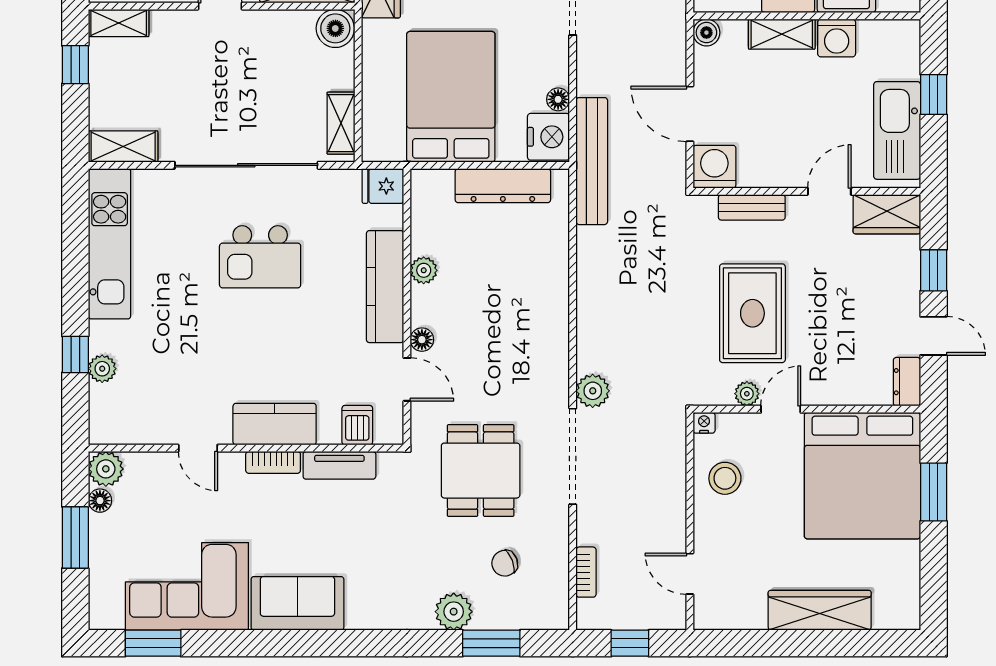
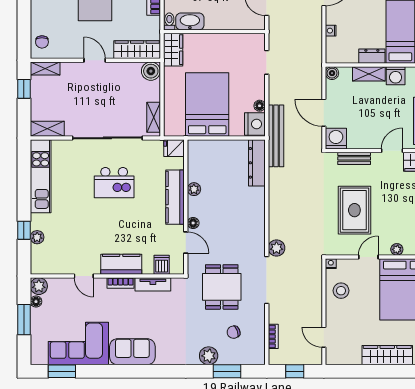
dresser: (503, 186) -> (257, 163), moved, turned 90
plant: (747, 394) -> (397, 249), moved

